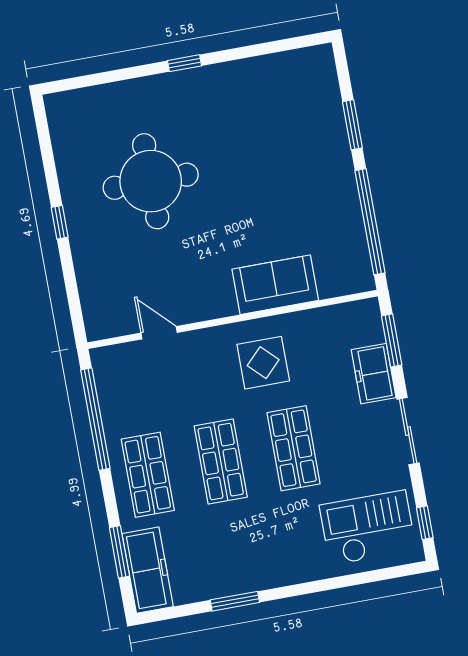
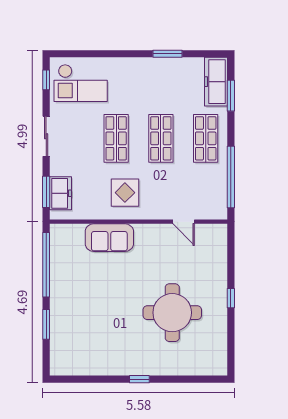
freezer: (374, 374) -> (60, 193), moved

